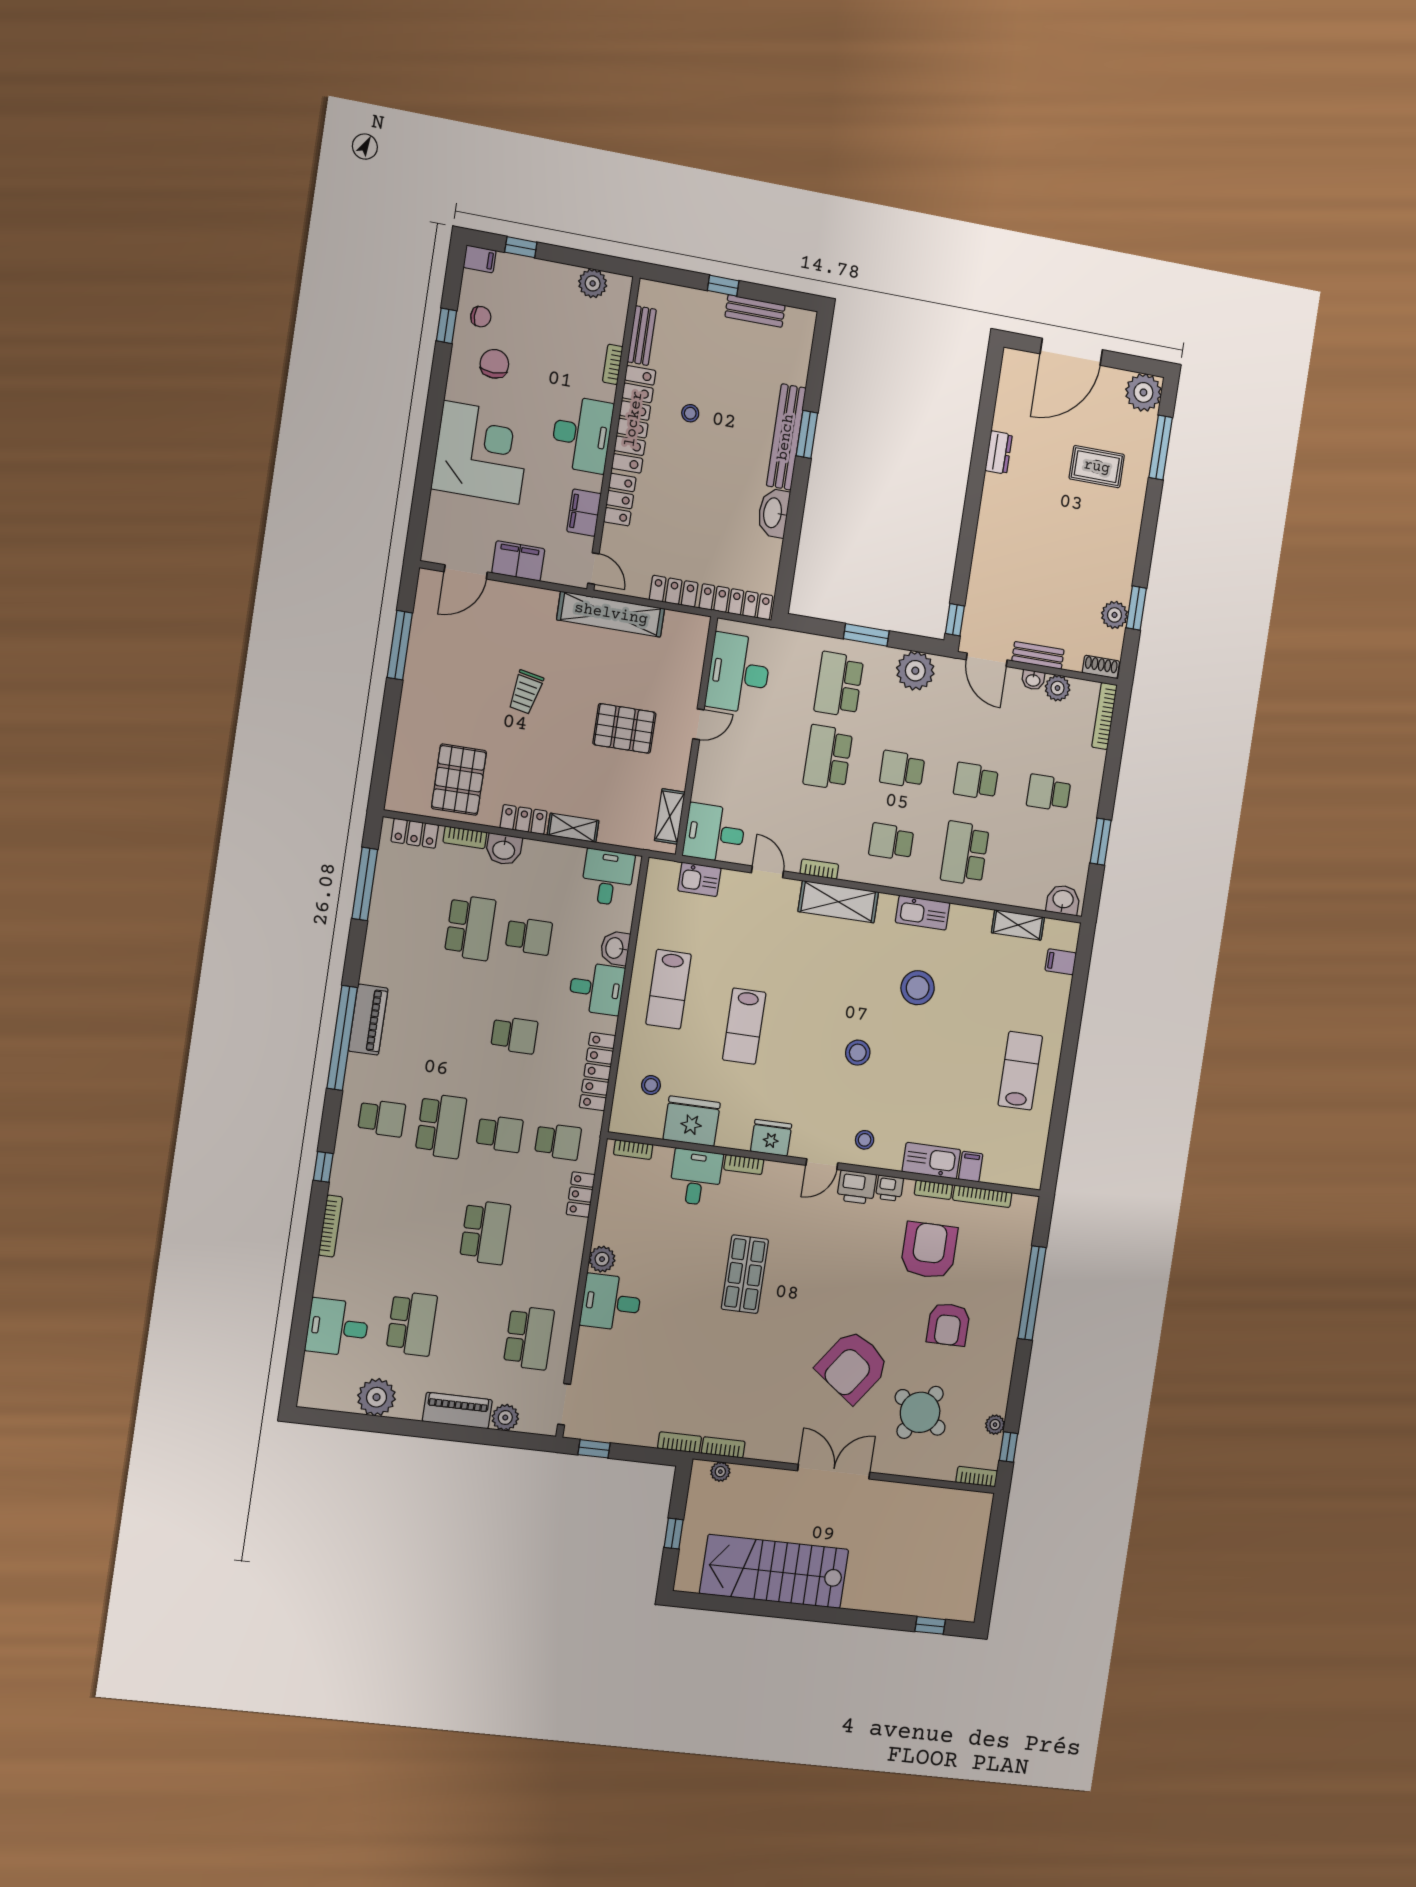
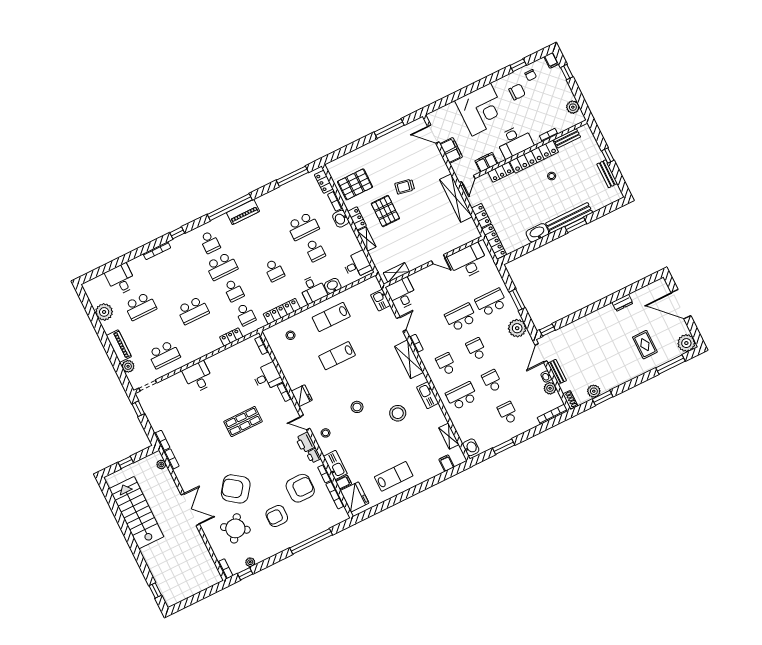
pallet: (624, 728) -> (385, 211), moved
fridge: (692, 1121) -> (355, 497), moved
plant: (602, 1259) -> (212, 362), removed

